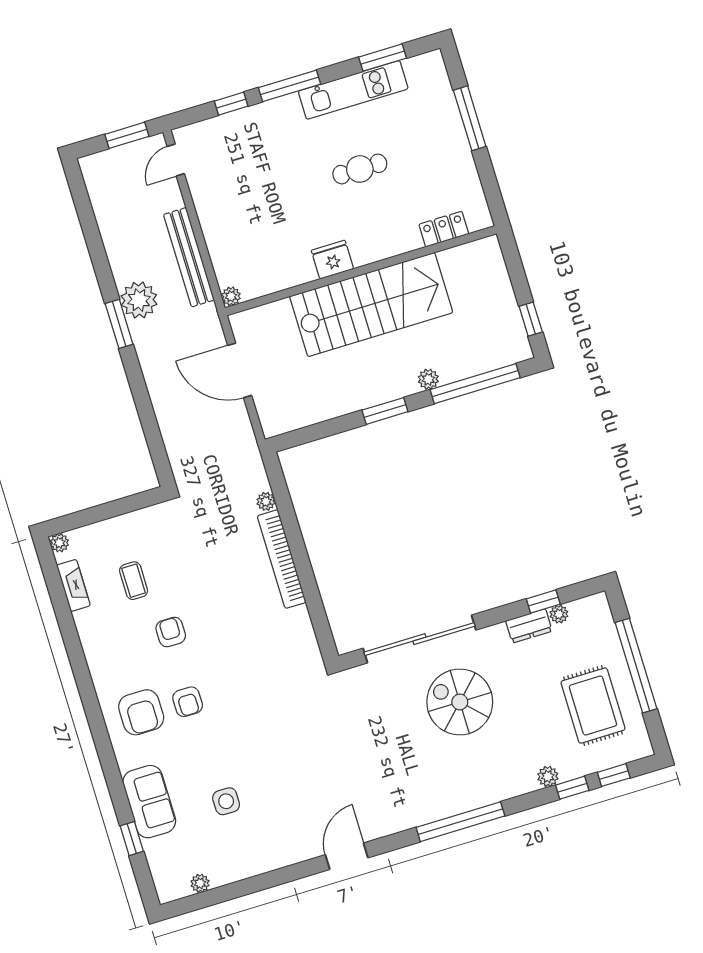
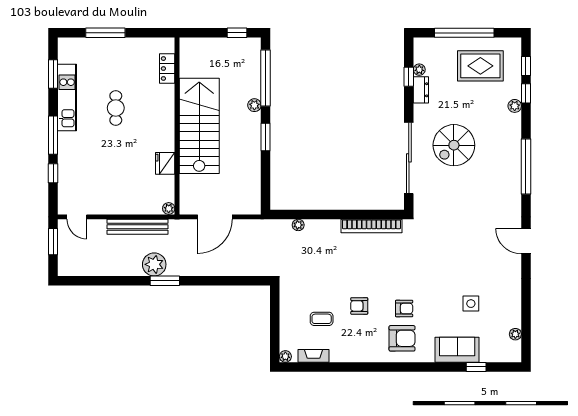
fridge: (332, 260) -> (165, 163), moved
bookcase: (282, 559) -> (371, 226), moved

